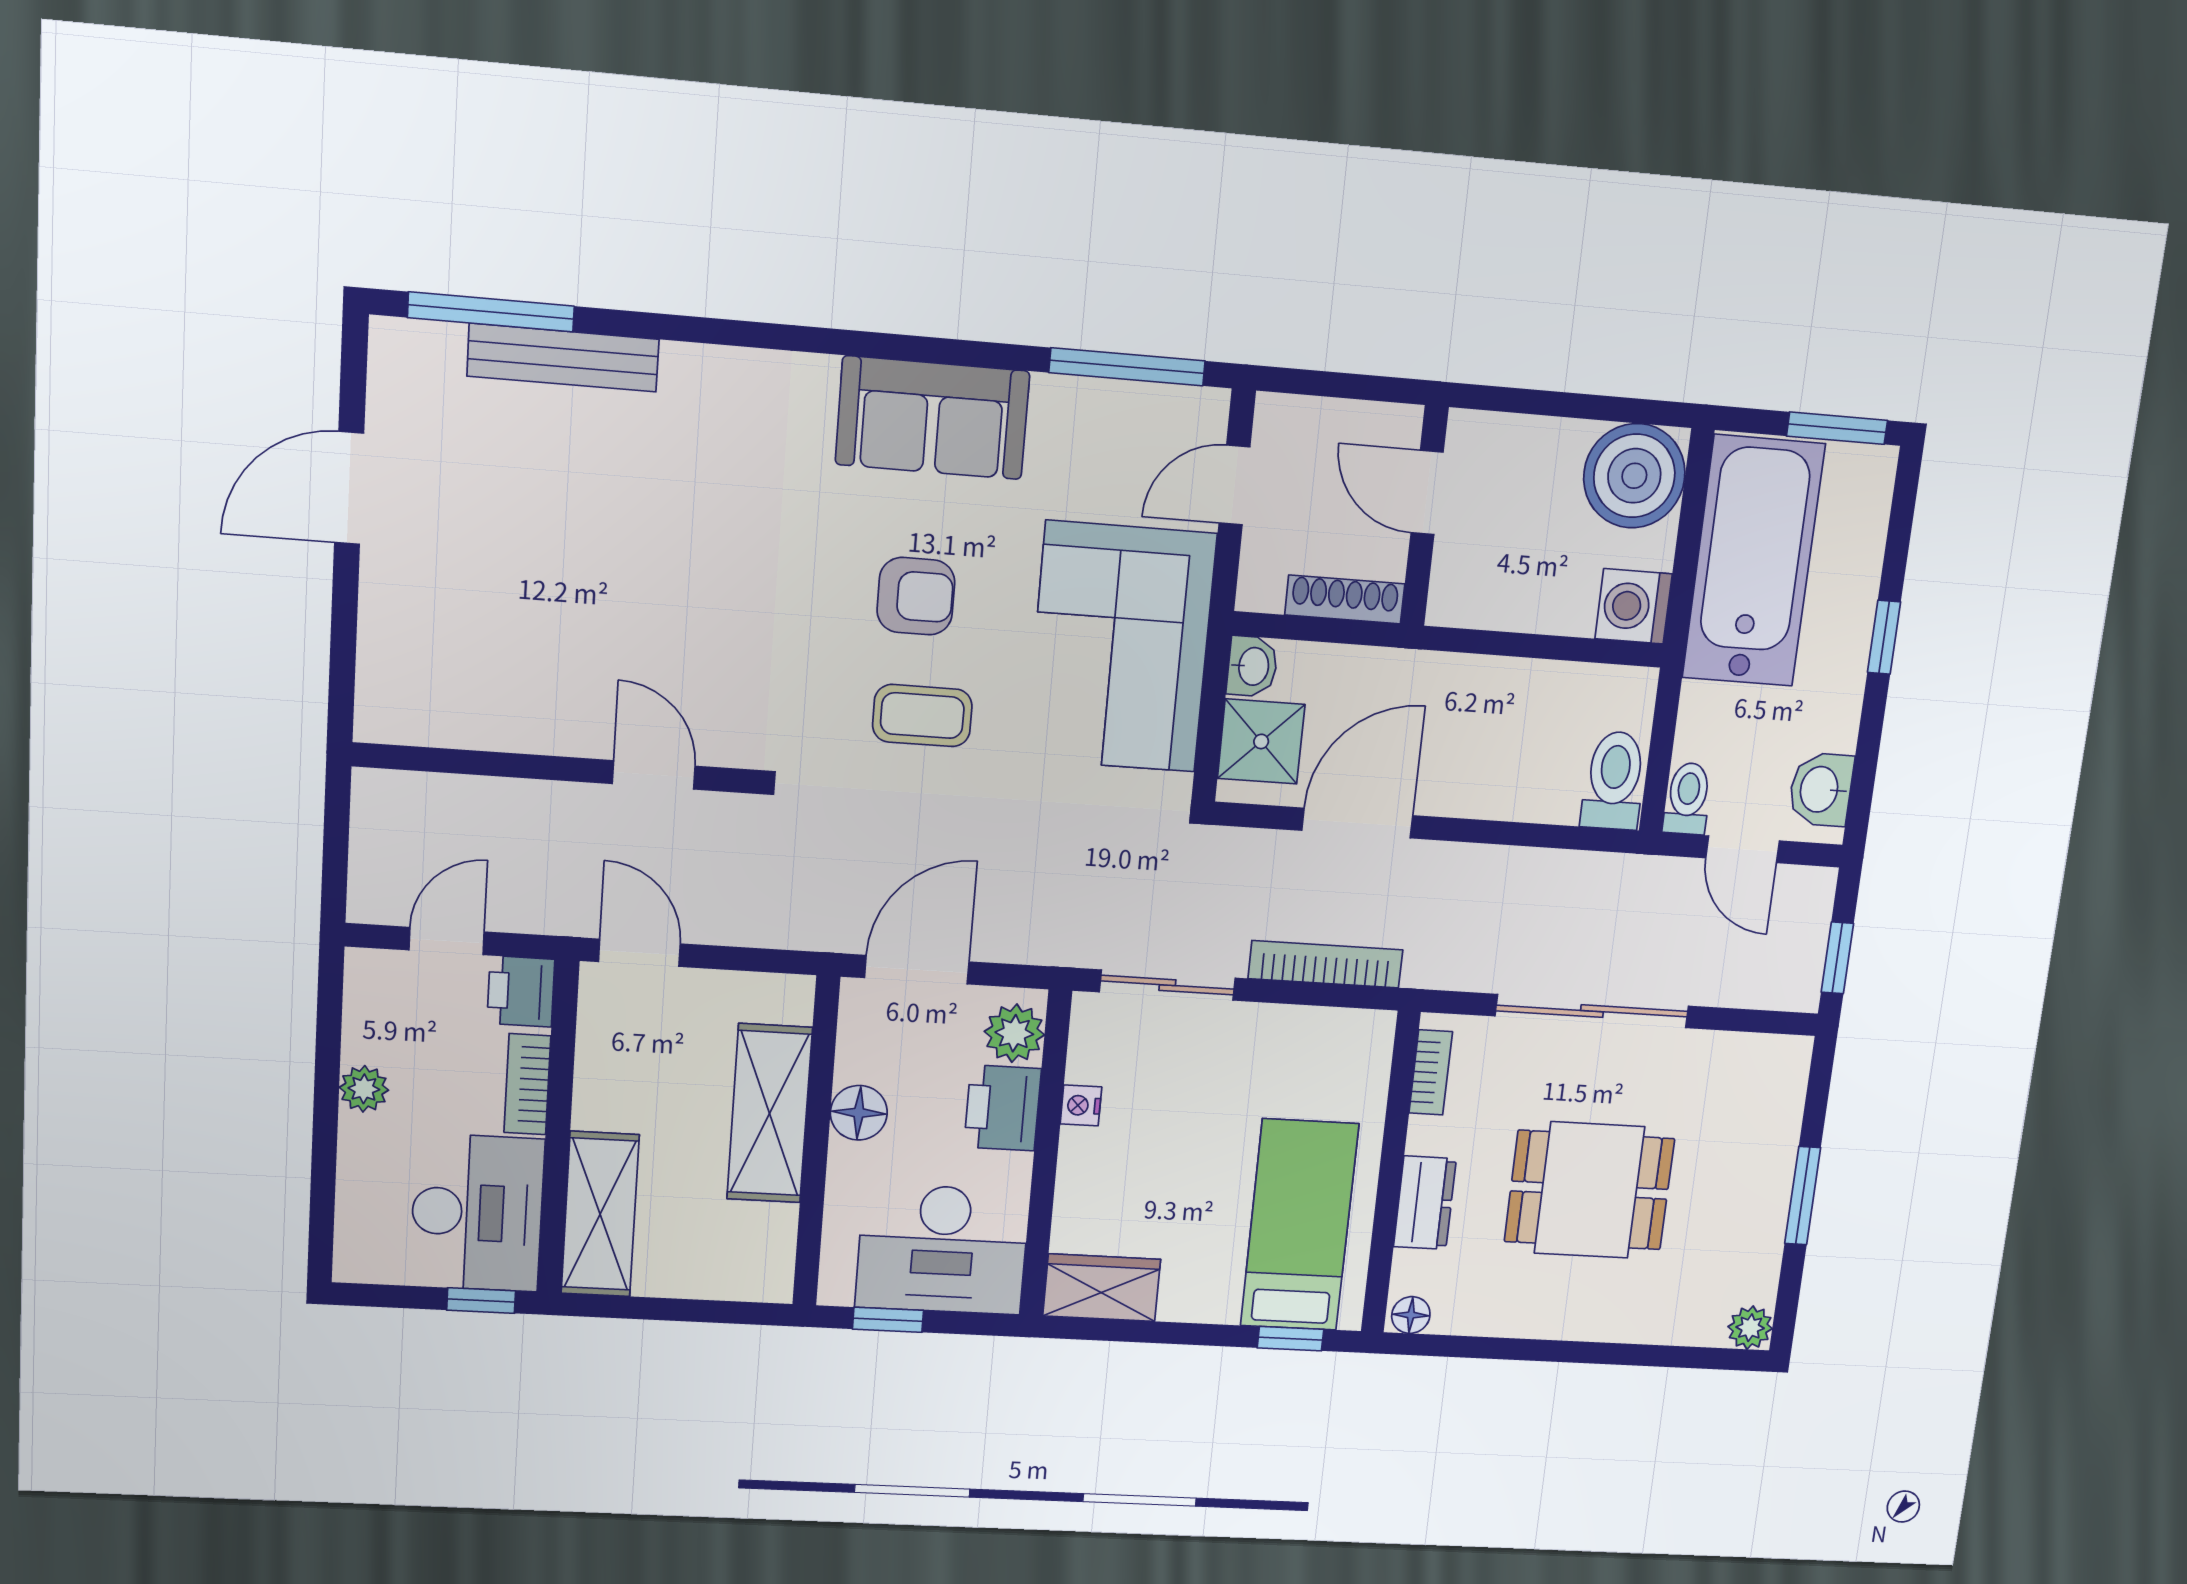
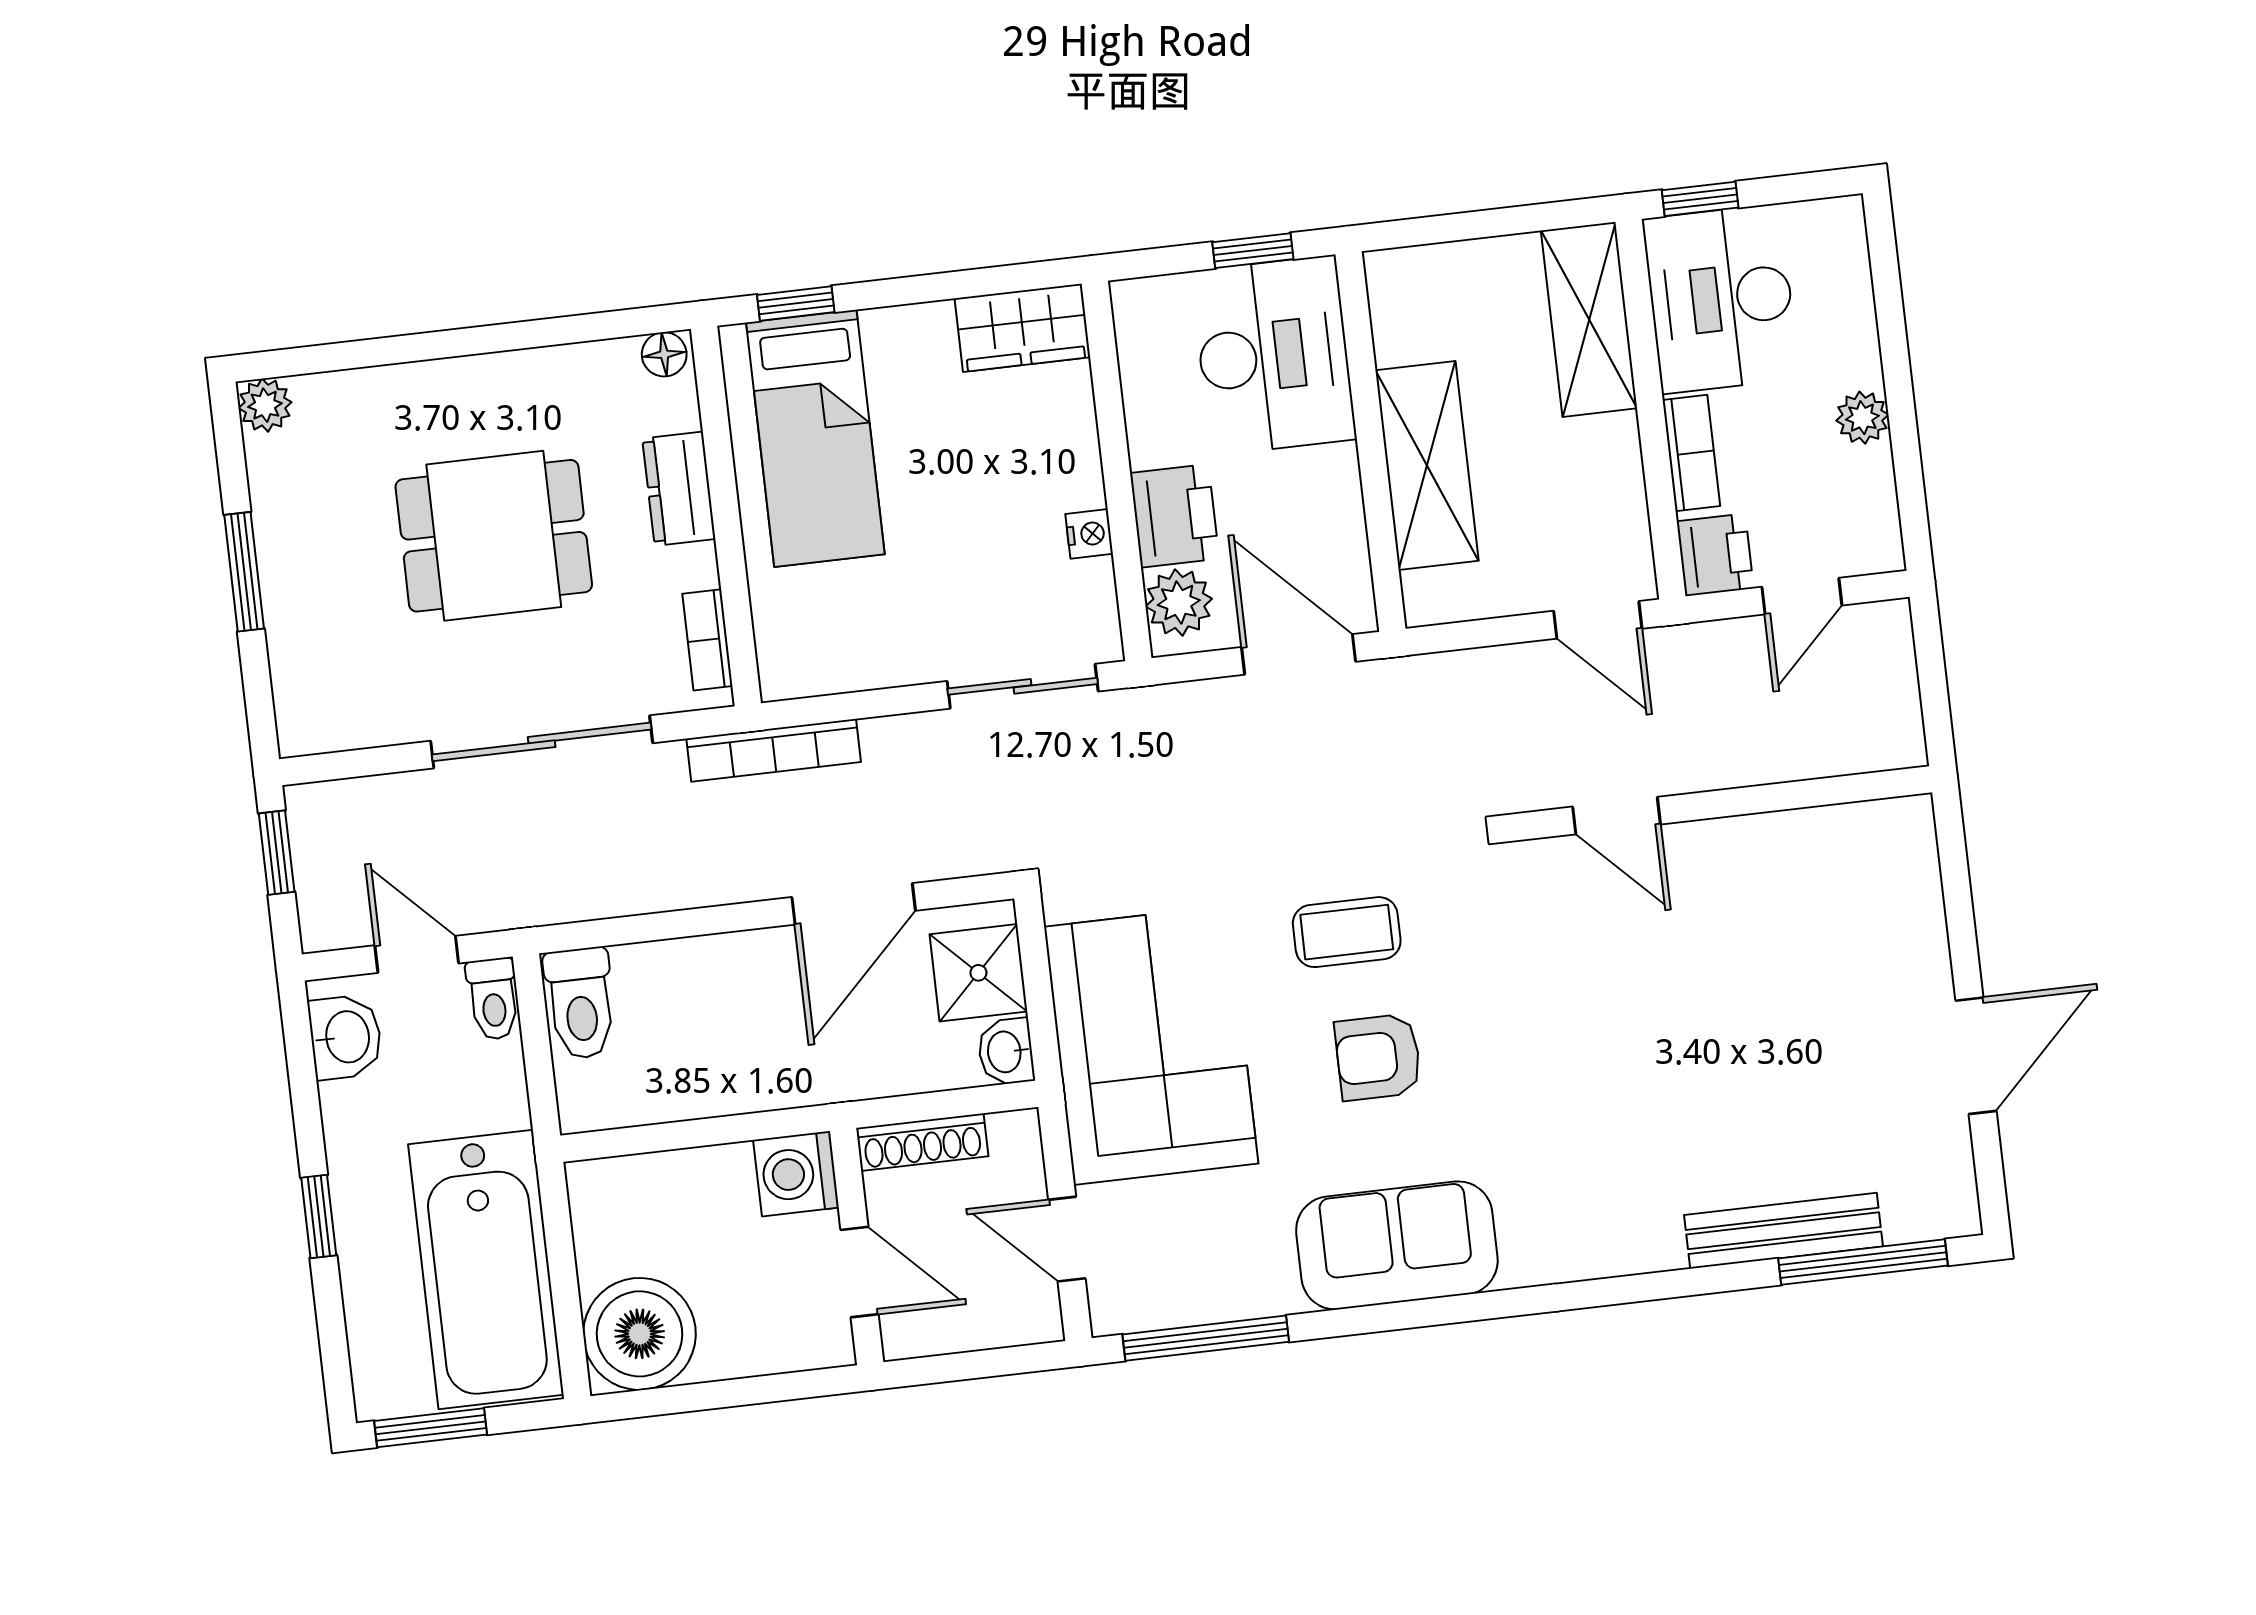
door: (1234, 485) -> (1067, 1239), swing flipped
washing machine: (1633, 606) -> (796, 1174), moved, turned 180
bookcase: (1325, 964) -> (774, 750), moved
door: (917, 970) -> (1299, 654), swing flipped
floor lamp: (859, 1113) -> (1331, 483), removed
desk: (942, 1249) -> (1274, 355), moved, turned 90

